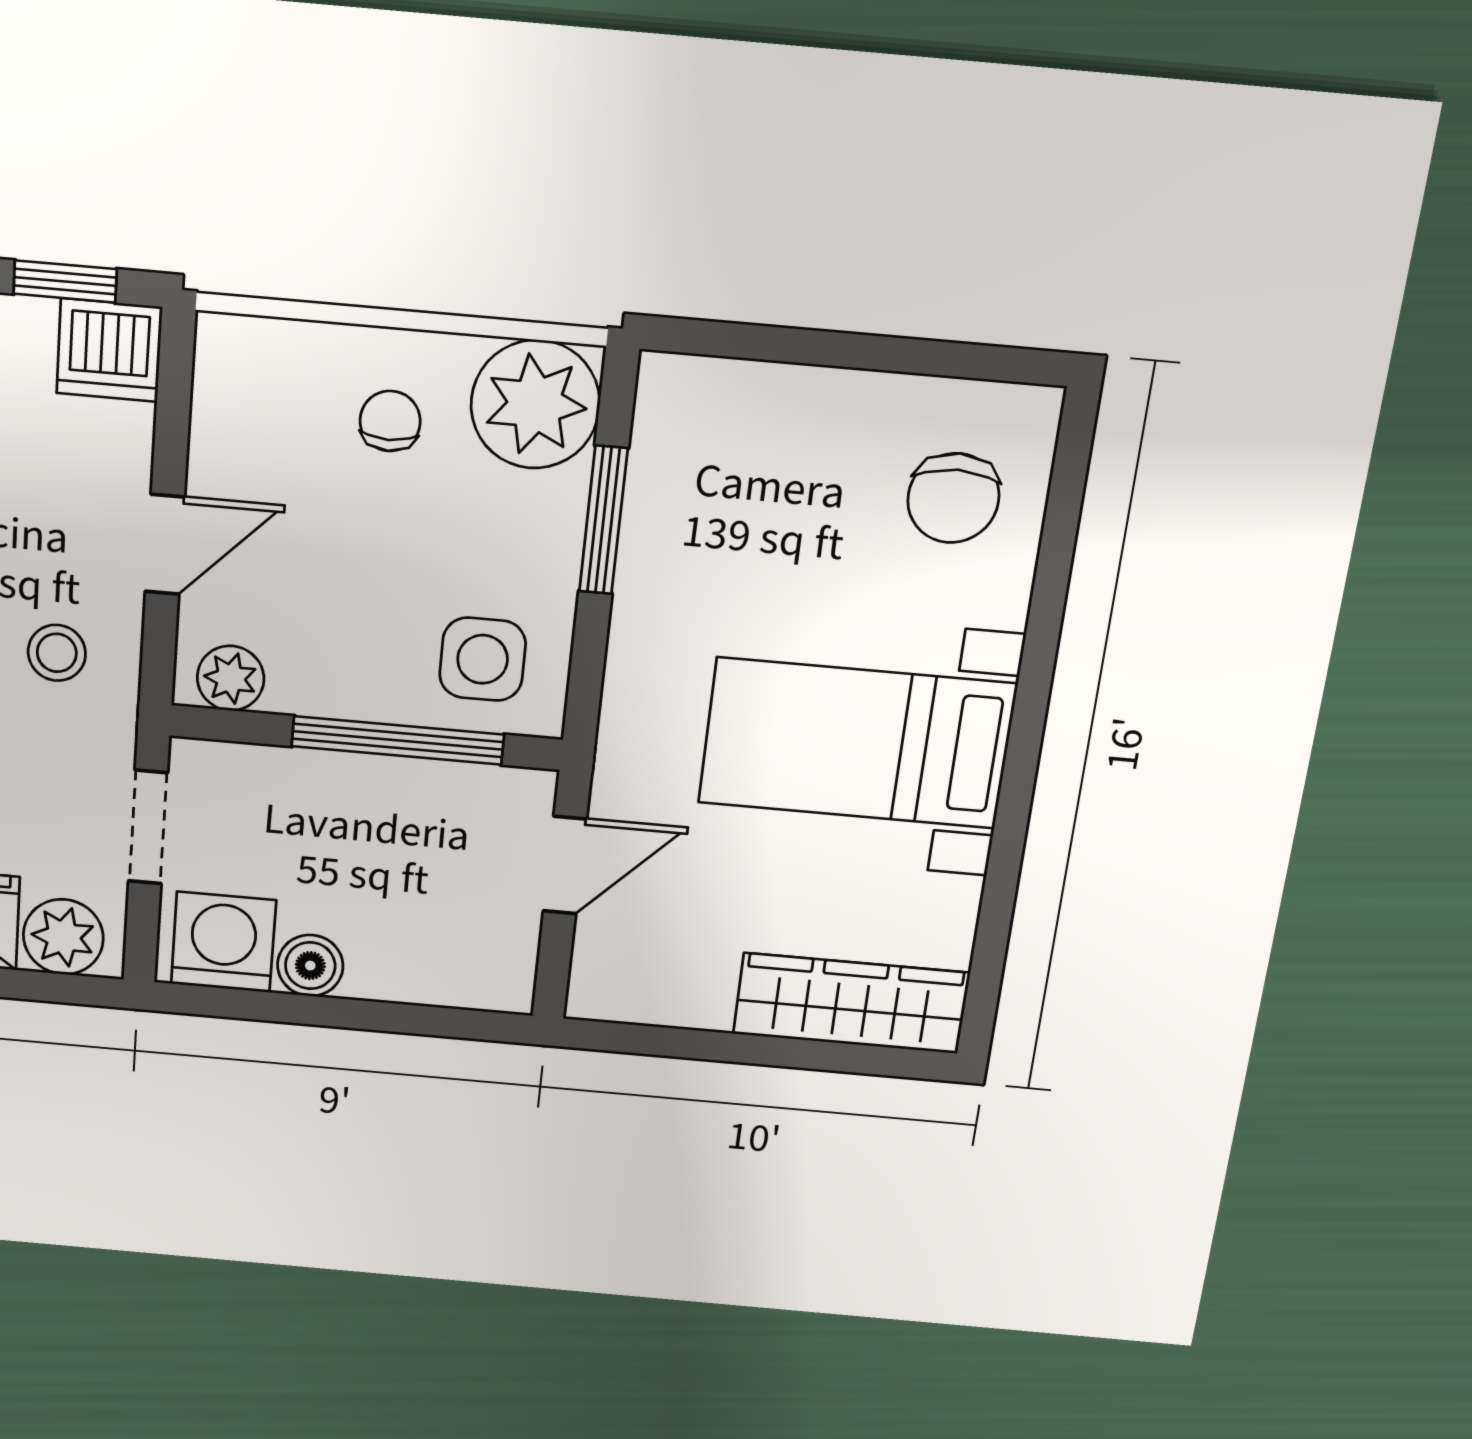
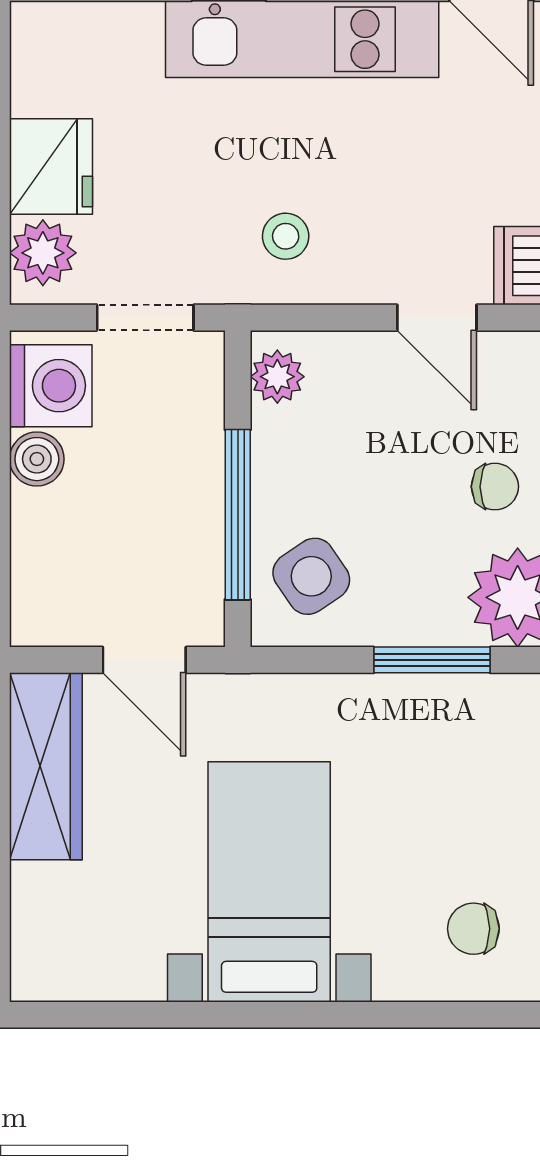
chair: (953, 498) -> (473, 929), width x0.73, depth x0.73
door: (165, 544) -> (437, 318), moved
side table: (483, 659) -> (311, 576), turned -34
wardrobe: (851, 1003) -> (46, 766), moved

